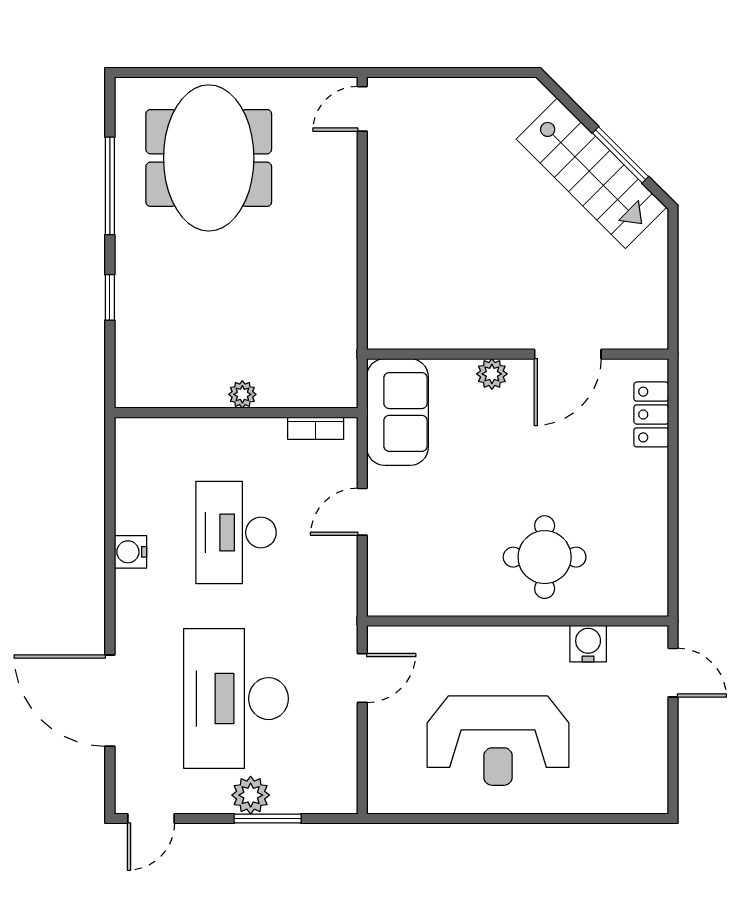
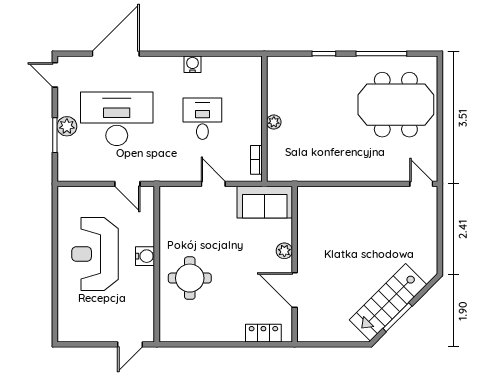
desk: (236, 533) -> (202, 119), width x0.73
water cooler: (588, 644) -> (145, 256), moved

